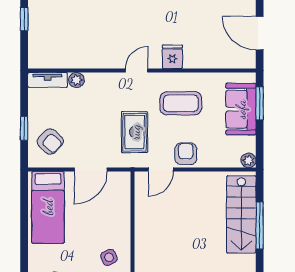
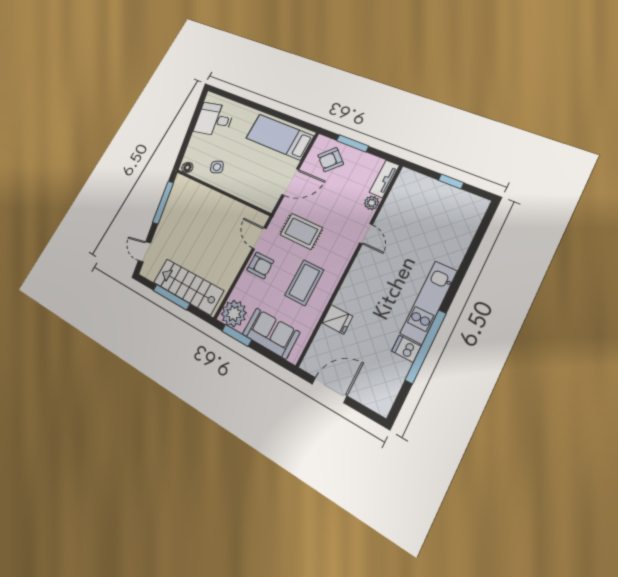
fridge: (172, 57) -> (337, 320), moved
door: (137, 71) -> (366, 234), moved
window: (260, 103) -> (237, 335), moved
window: (24, 128) -> (353, 143), width x1.50
plant: (249, 160) -> (234, 313), width x1.88, depth x1.88
door: (91, 170) -> (290, 182), swing flipped

